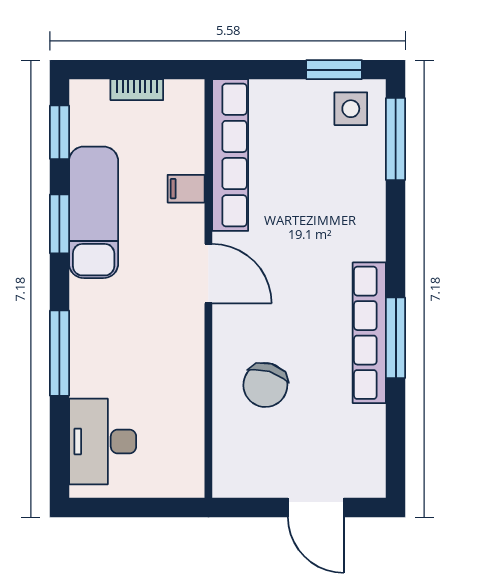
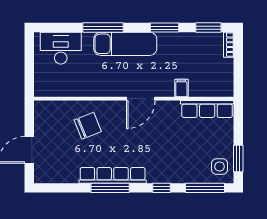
bookcase: (137, 90) -> (229, 45), moved
row of seats: (230, 155) -> (207, 109), width x0.73
exam couch: (94, 212) -> (125, 44), moved
window: (396, 230) -> (161, 188), added
chair: (265, 385) -> (88, 126), turned 141

